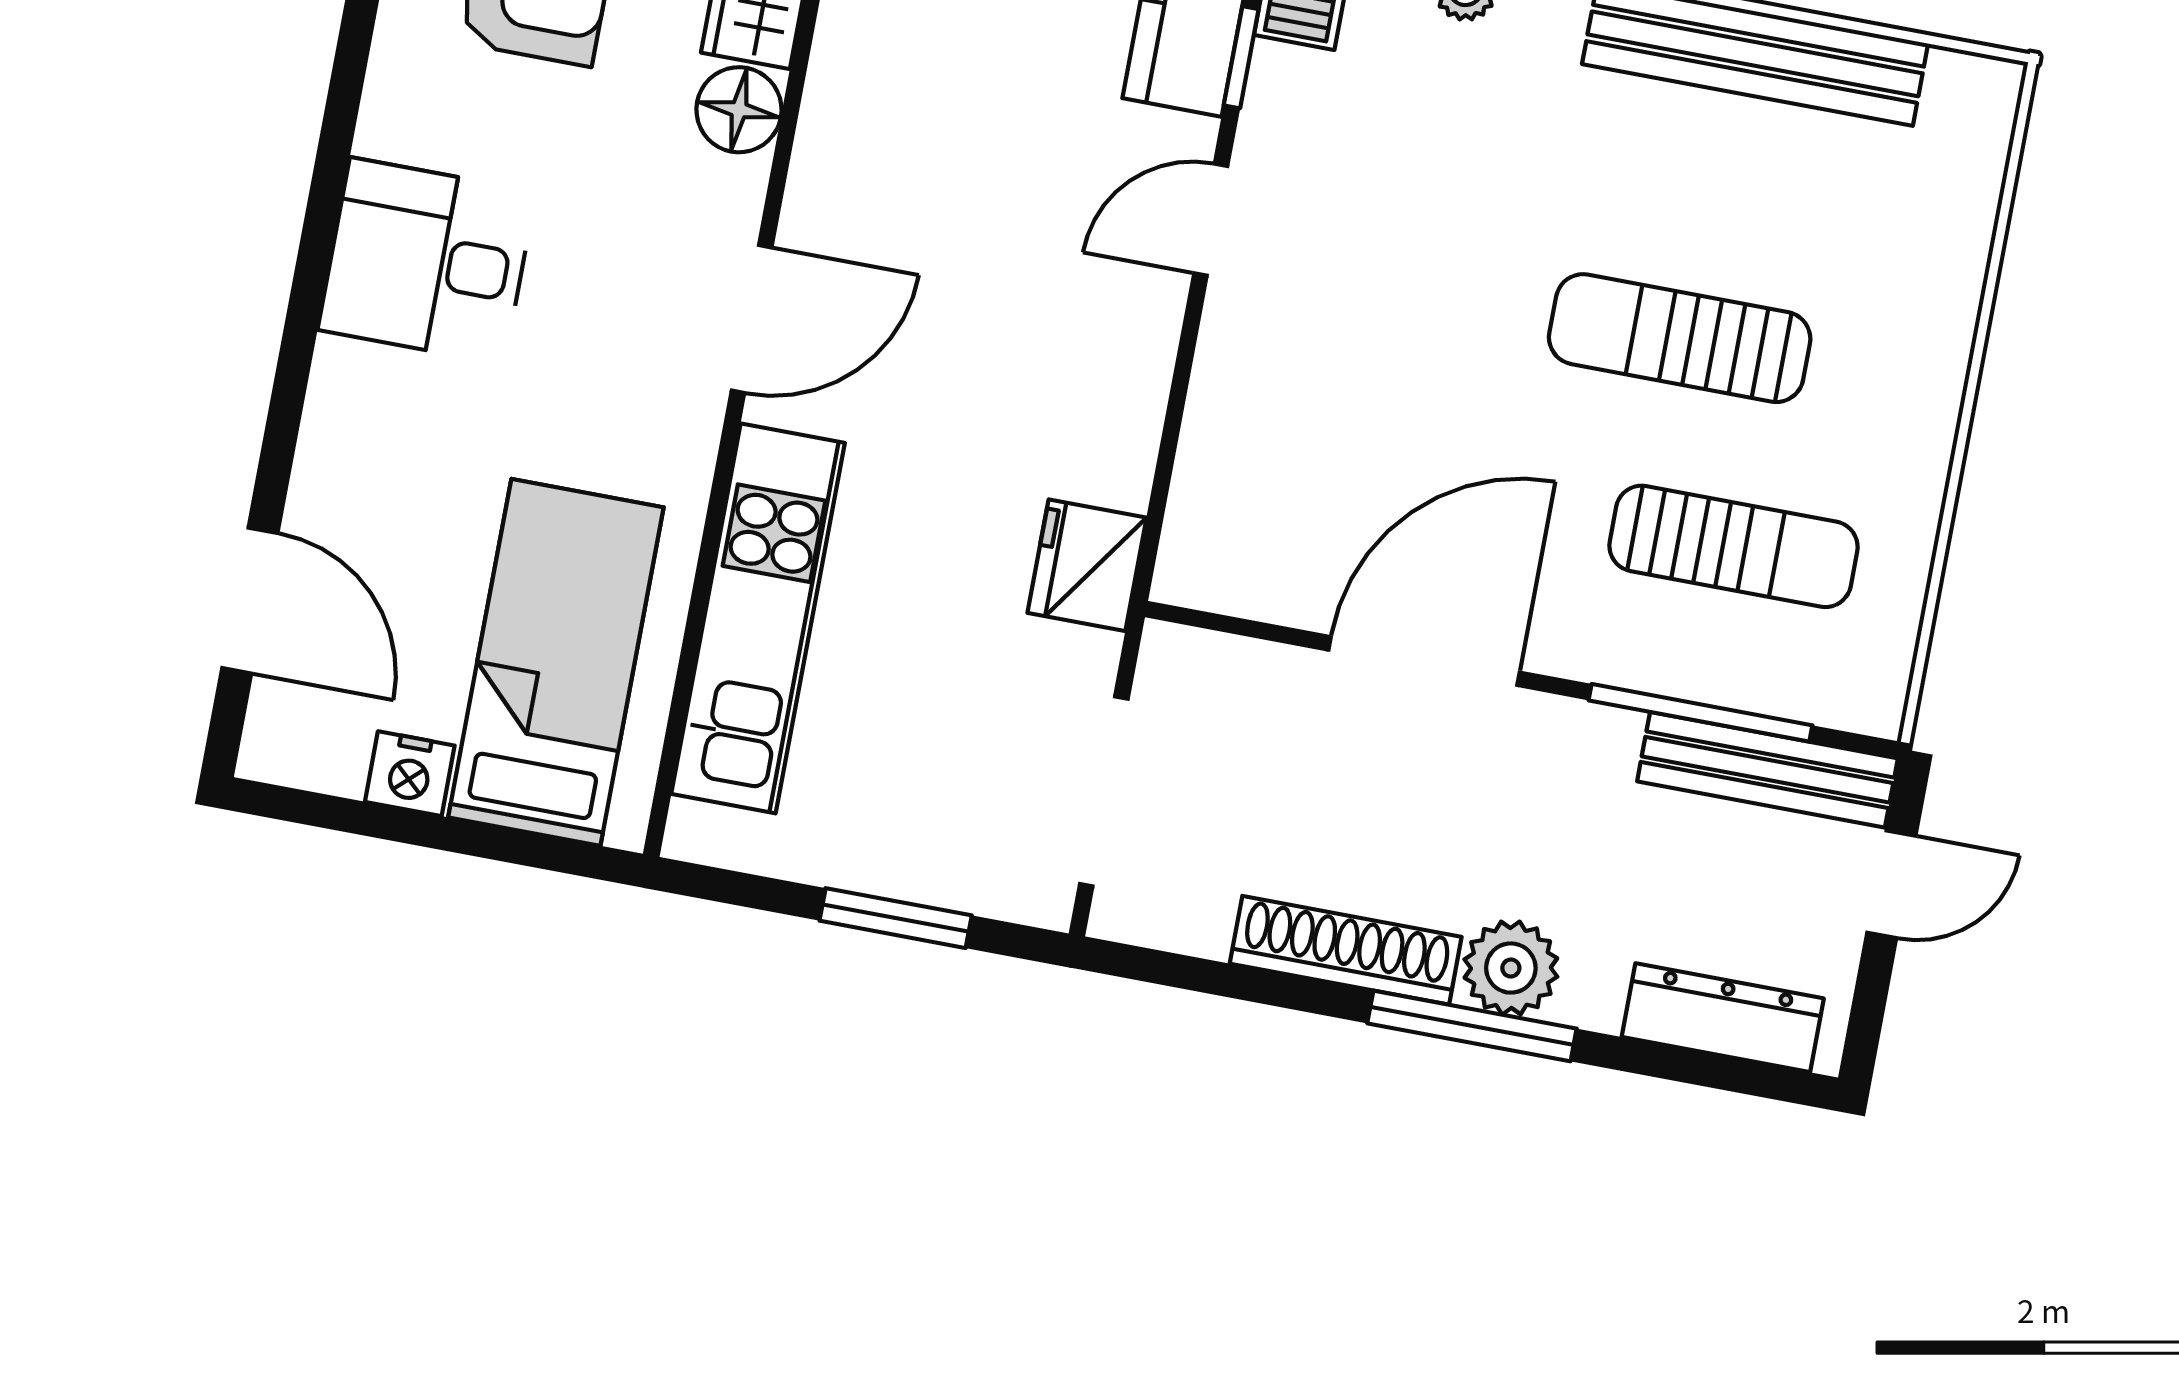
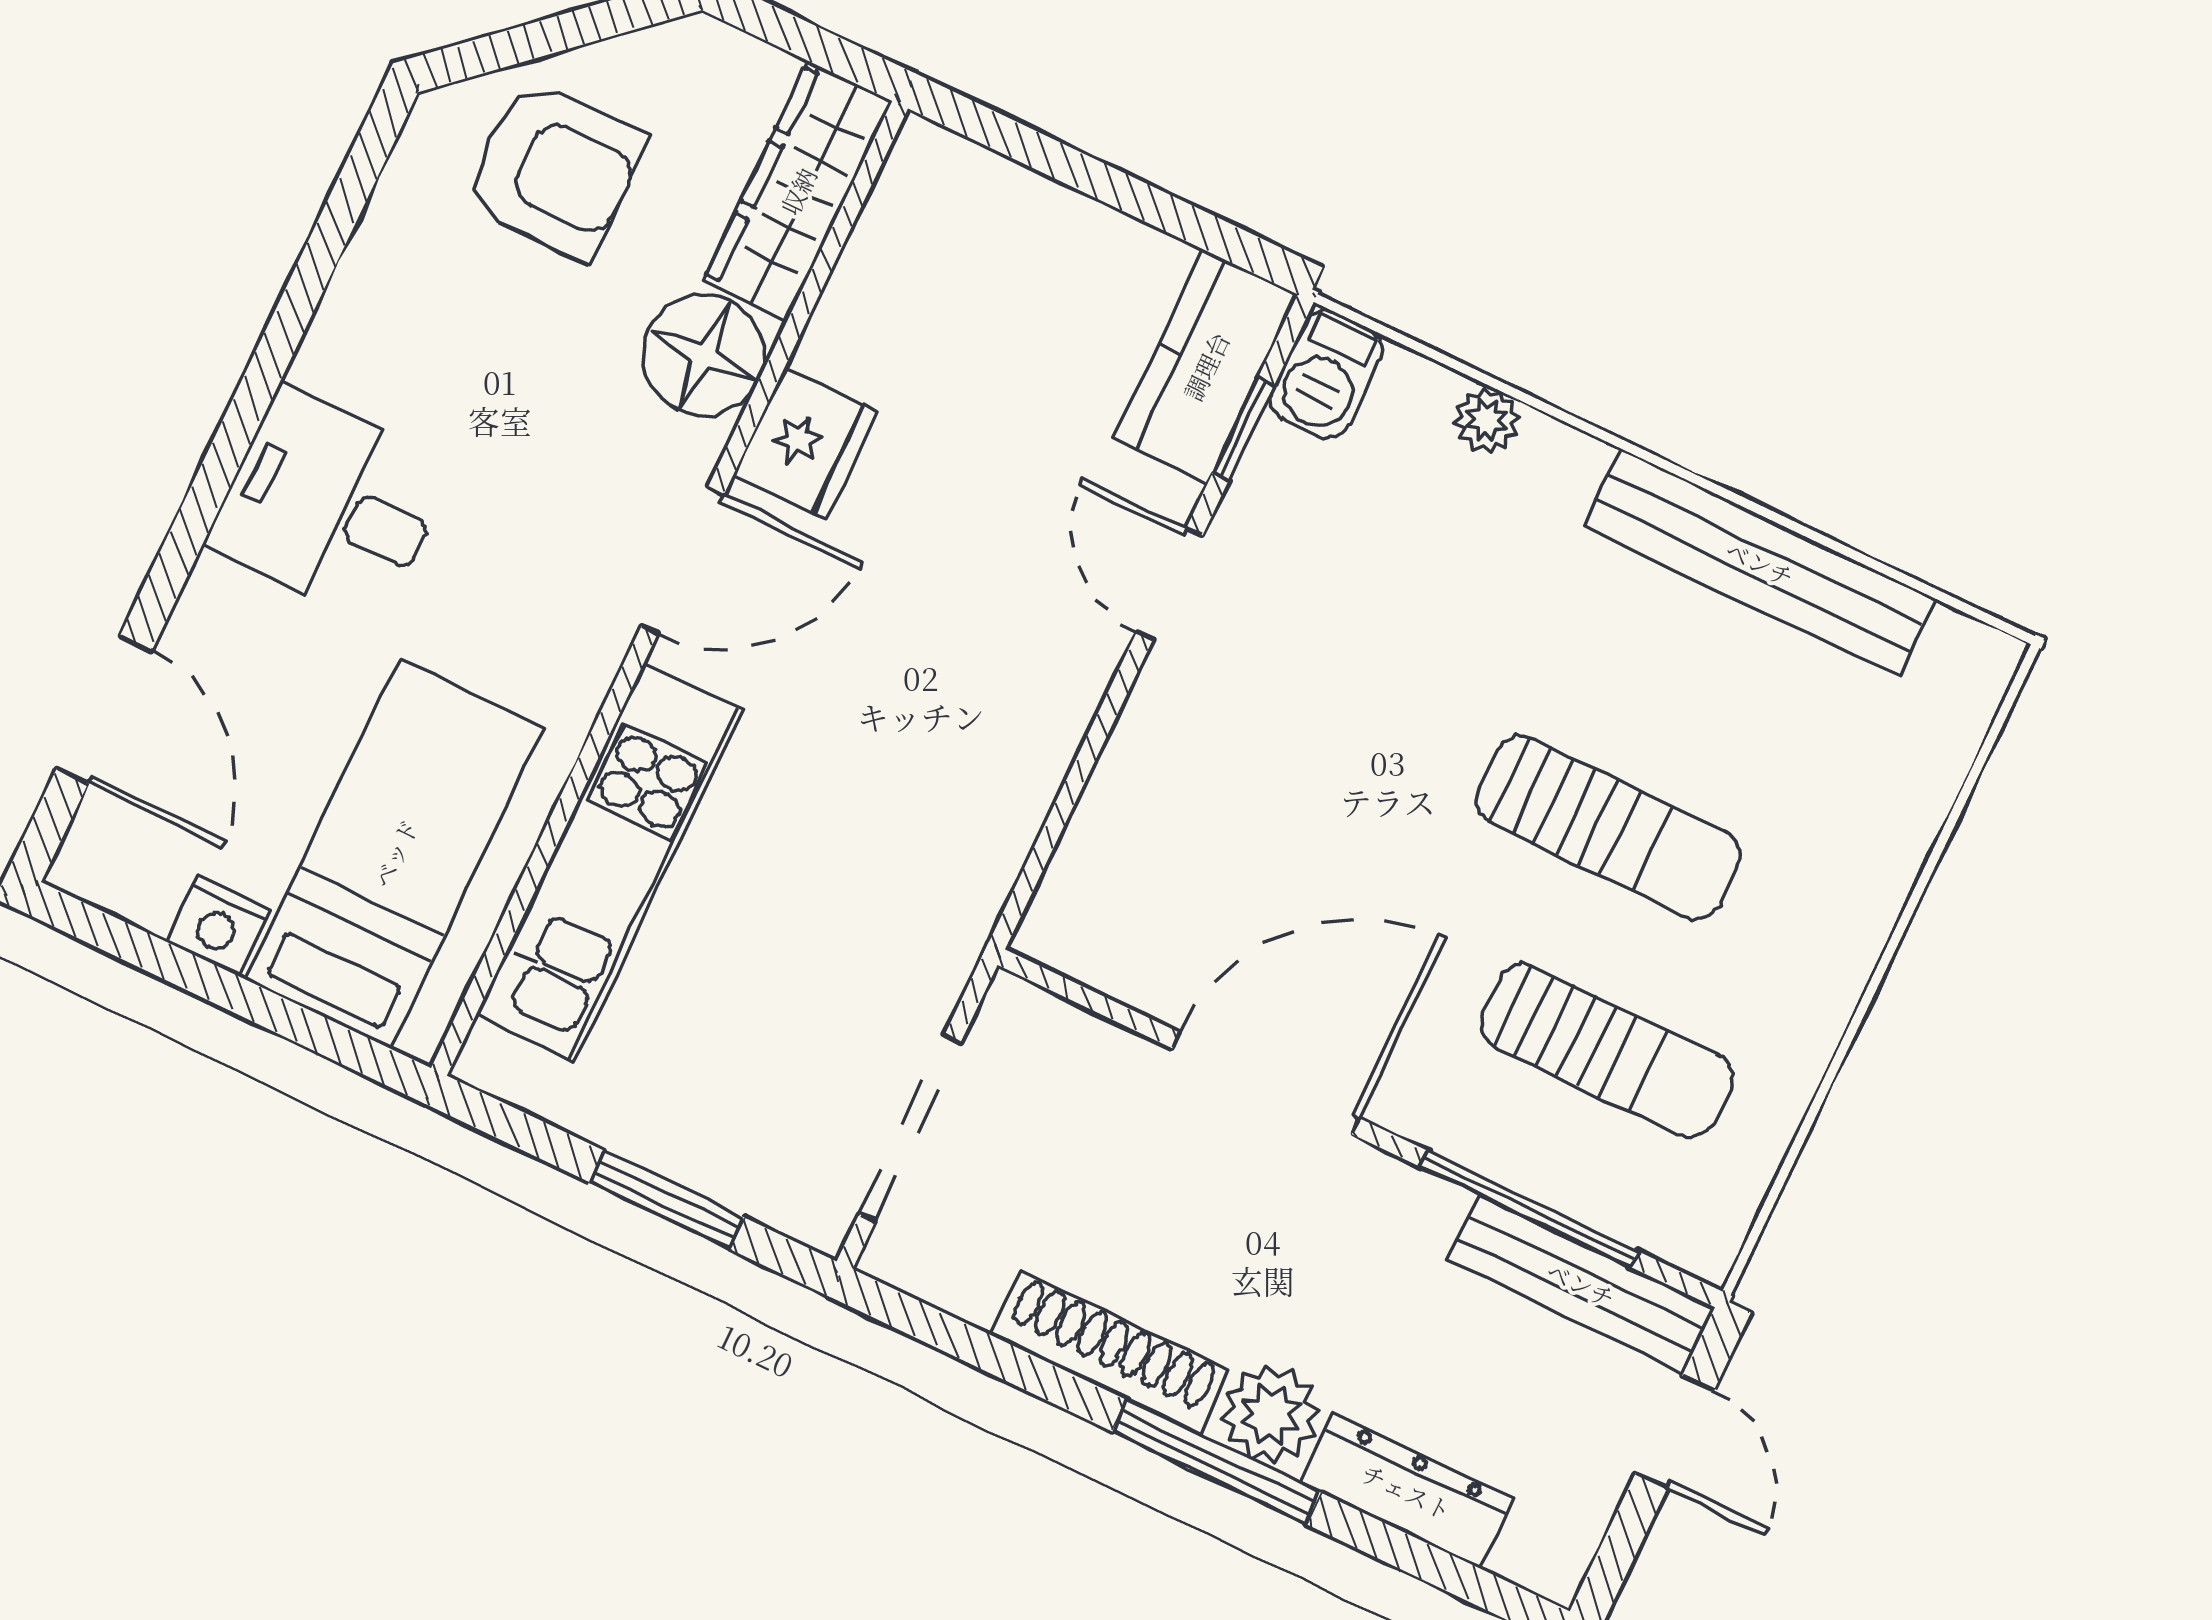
floor lamp: (739, 110) -> (704, 355), width x1.38, depth x1.38
door: (1211, 220) -> (1170, 584), hinge flipped
desk: (427, 261) -> (330, 505), moved
sun lounger: (1680, 338) -> (1608, 828), turned 180
fridge: (1087, 565) -> (805, 443), moved, turned 180
door: (1891, 884) -> (1675, 1432), hinge flipped
dresser: (1723, 1018) -> (1407, 1491), moved

